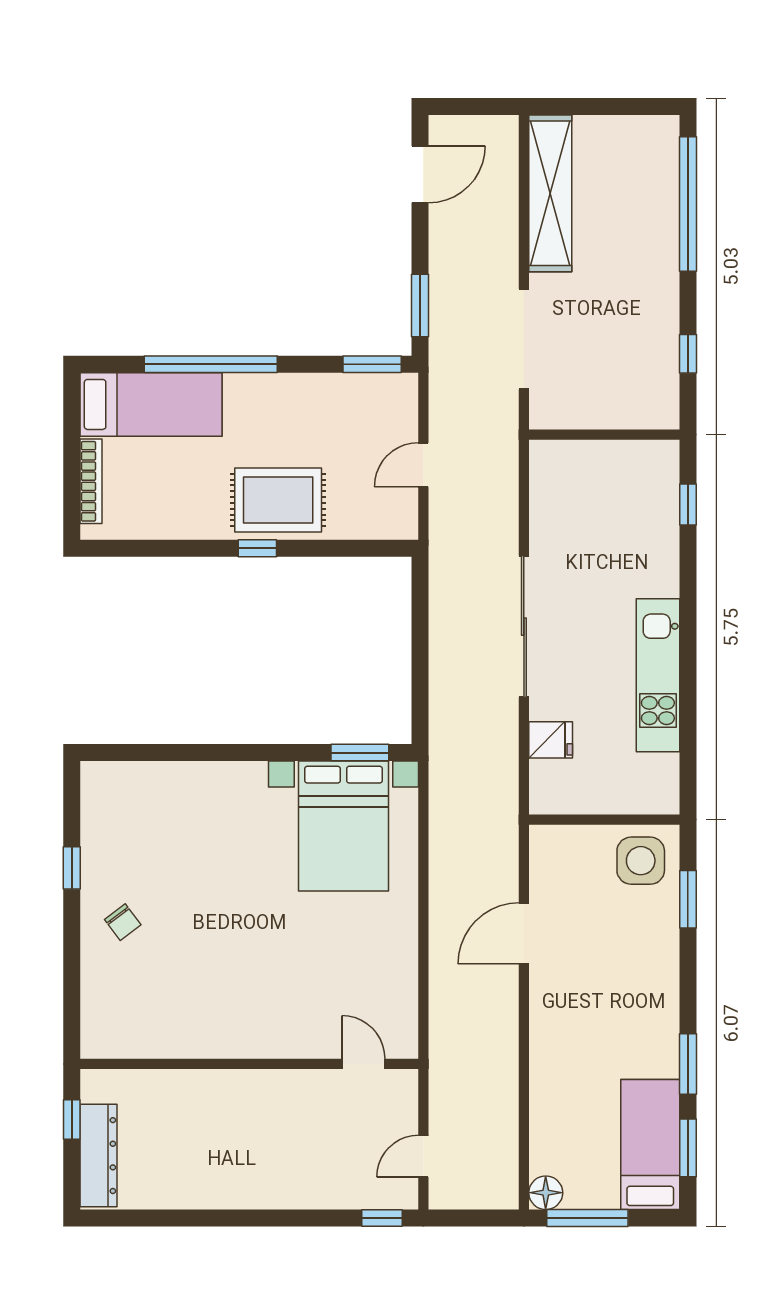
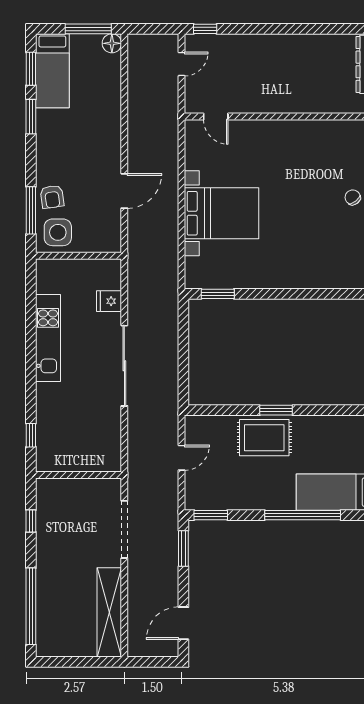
window: (257, 548) -> (276, 410), width x1.50
bed with nightstands: (343, 826) -> (221, 213), moved, turned 90
window: (688, 899) -> (31, 210), width x1.44
armchair: (651, 923) -> (52, 197), added

